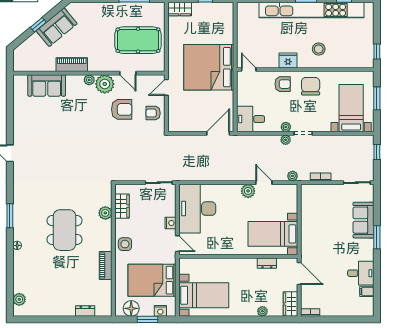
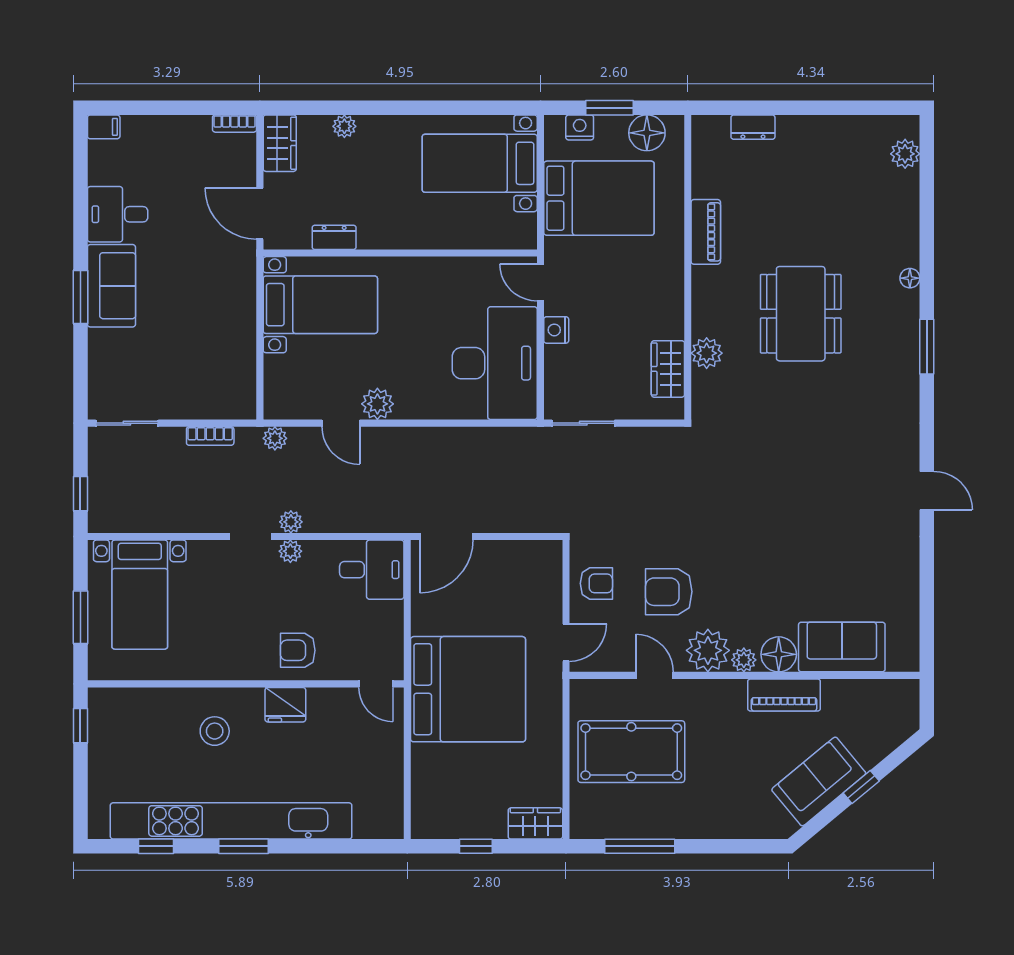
floor lamp: (74, 82) -> (779, 654), added
chair: (311, 86) -> (233, 645), removed
sofa: (363, 220) -> (111, 286), moved
side table: (125, 244) -> (661, 281), removed
filing cabinet: (367, 291) -> (104, 127), moved

